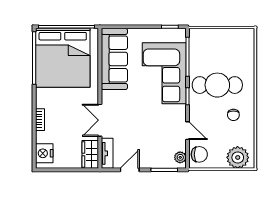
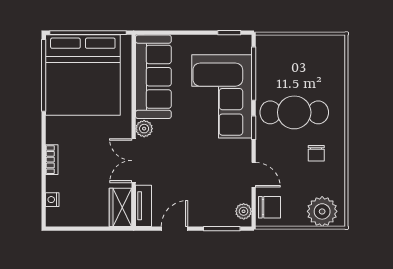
plant: (108, 97) -> (144, 129), added
nightstand: (44, 153) -> (52, 200), width x0.53, depth x0.56

